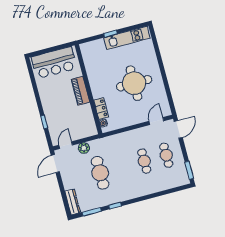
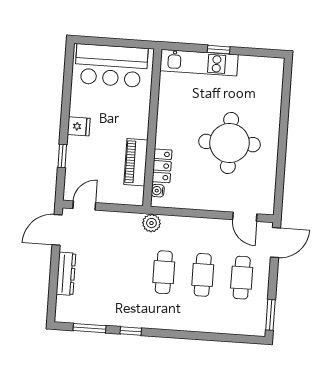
kitchen unit: (127, 38) -> (199, 63), moved
piano: (80, 91) -> (136, 162), moved
fridge: (48, 103) -> (79, 126), added
door: (156, 121) -> (245, 217), swing flipped
plant: (84, 148) -> (151, 223), moved
cafe table: (100, 173) -> (164, 272), moved, width x0.73, depth x0.74
dresser: (73, 202) -> (66, 274), moved

